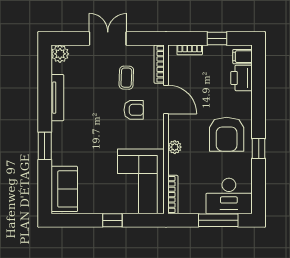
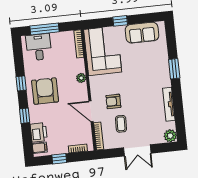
window: (259, 103) -> (25, 116), added
sofa: (64, 189) -> (142, 33), moved, turned -90
desk: (229, 196) -> (39, 47), width x0.73

